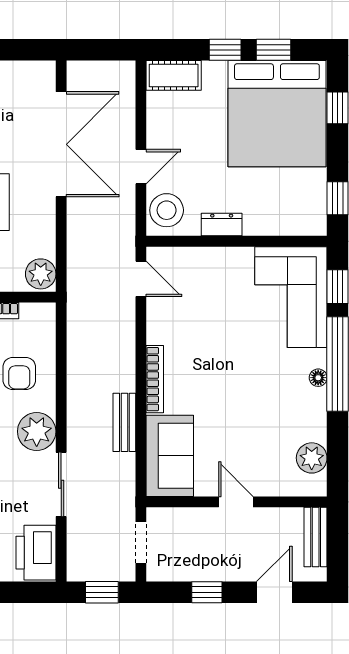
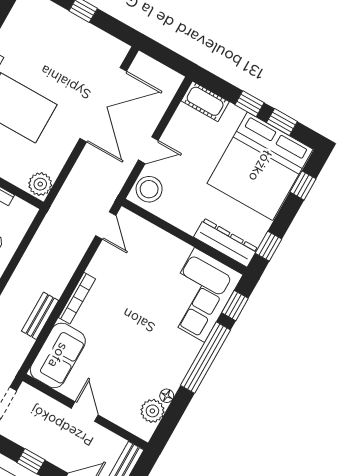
dresser: (222, 225) -> (226, 243), moved, width x1.96, depth x1.24
floor lamp: (318, 378) -> (167, 396), moved

